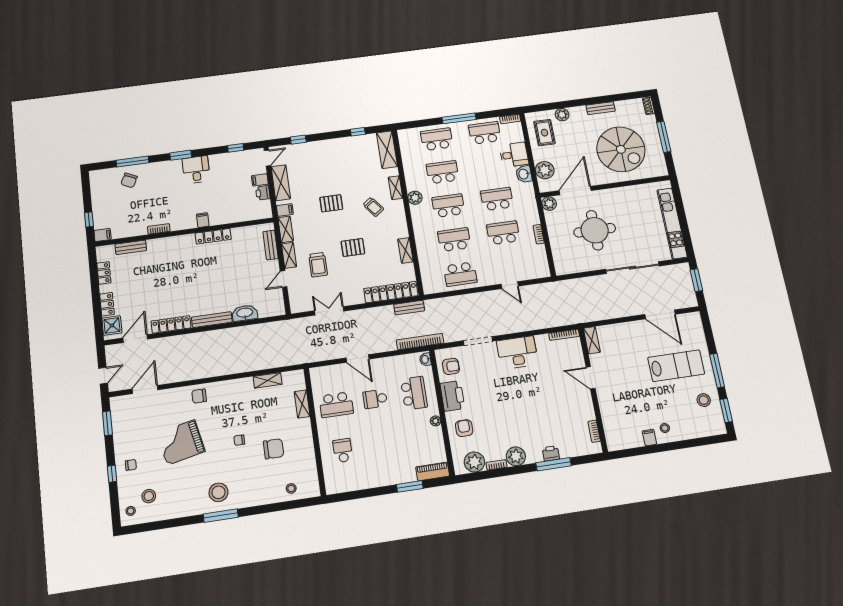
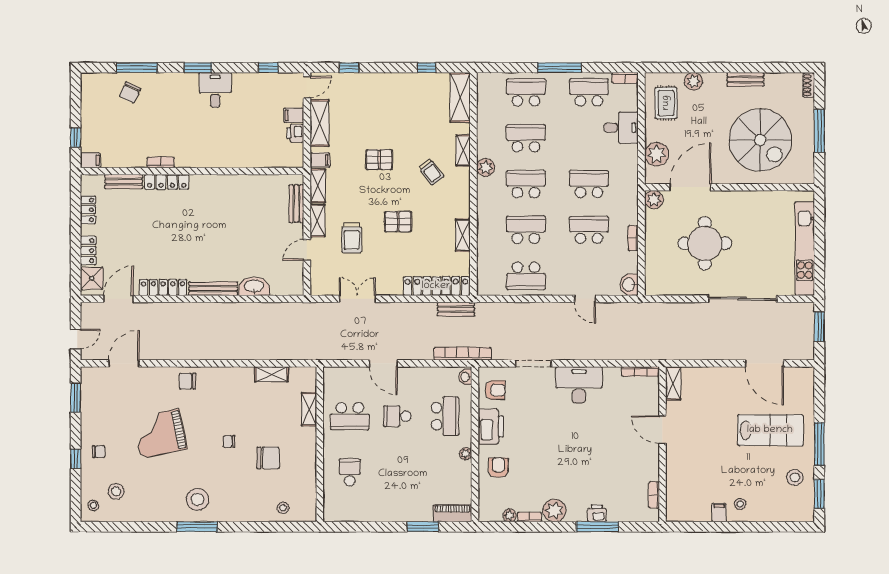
washbasin: (524, 174) -> (629, 285), moved
filing cabinet: (203, 220) -> (216, 159), removed
locker: (213, 236) -> (167, 182), moved
plant: (474, 462) -> (510, 515), width x0.53, depth x0.53

